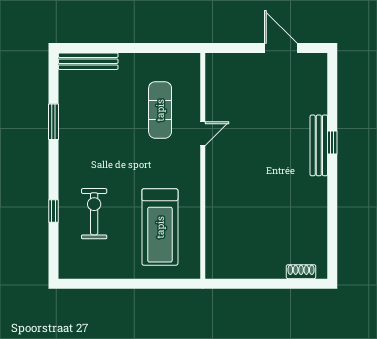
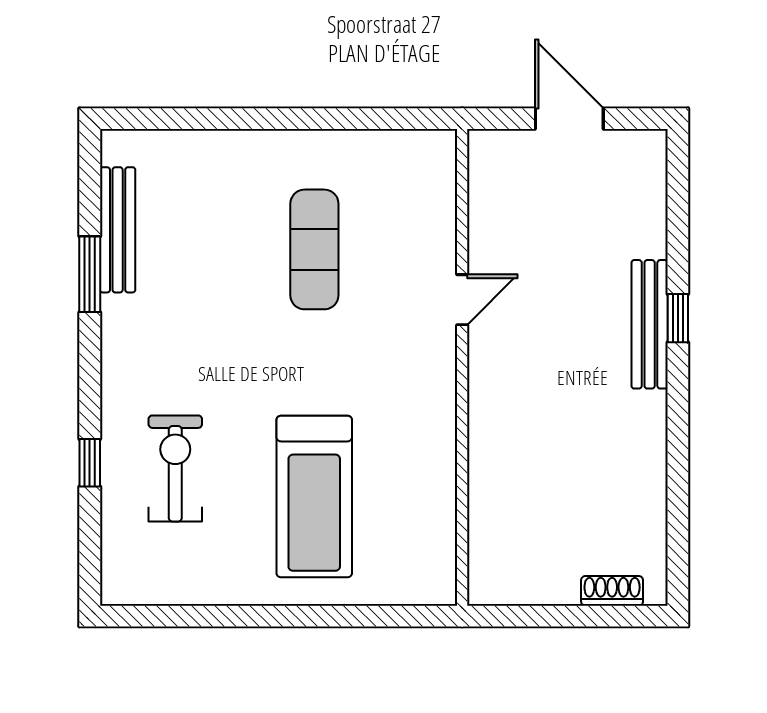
bench: (88, 61) -> (118, 230), moved, turned 90
door: (203, 134) -> (462, 300), moved
wall: (203, 166) -> (462, 367), moved

